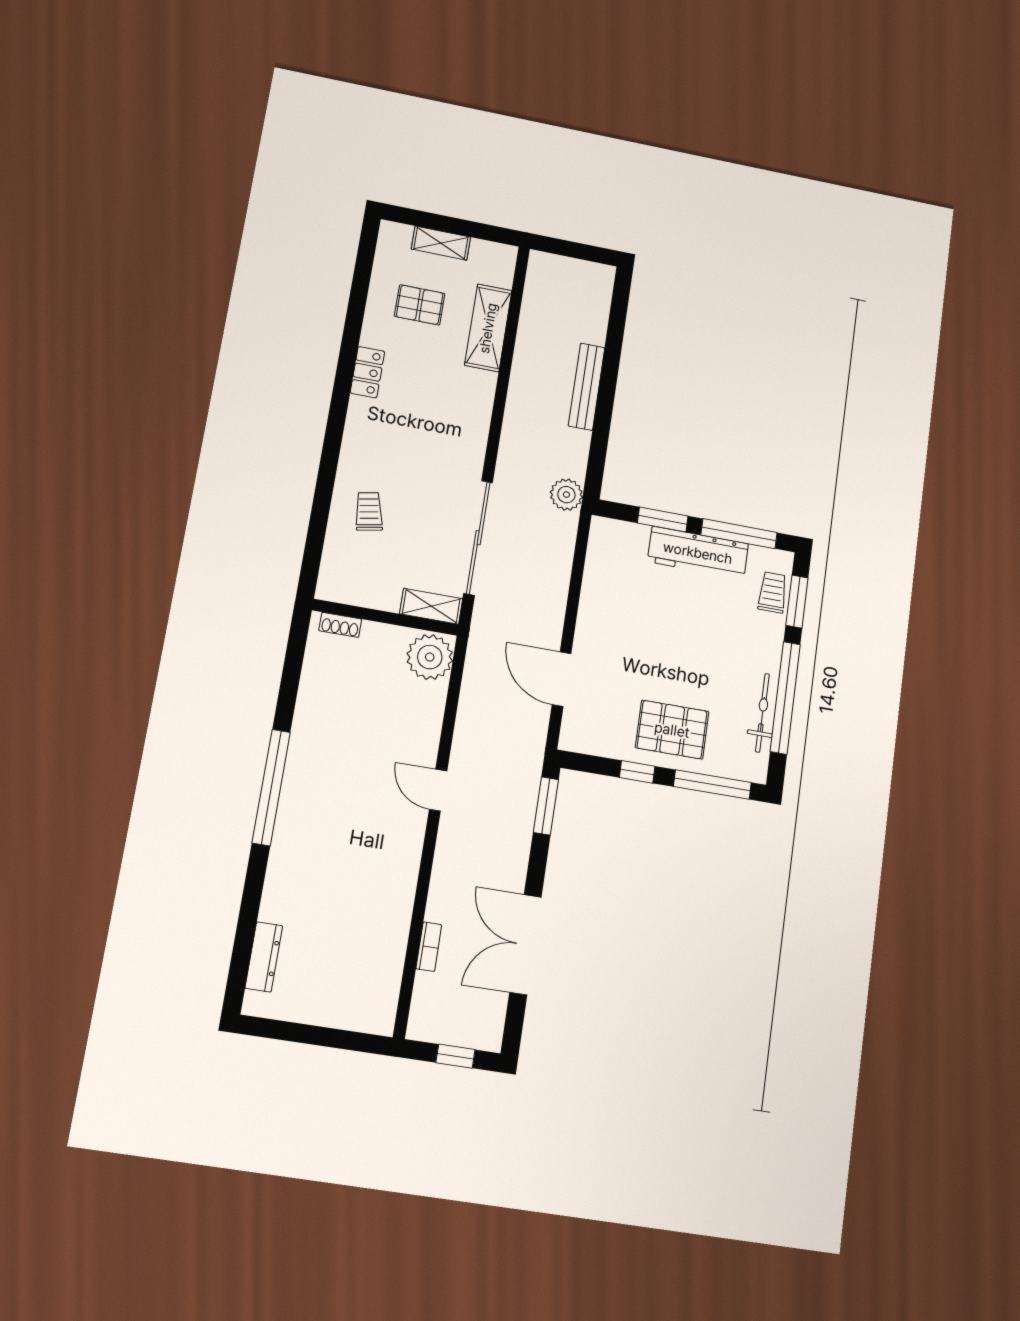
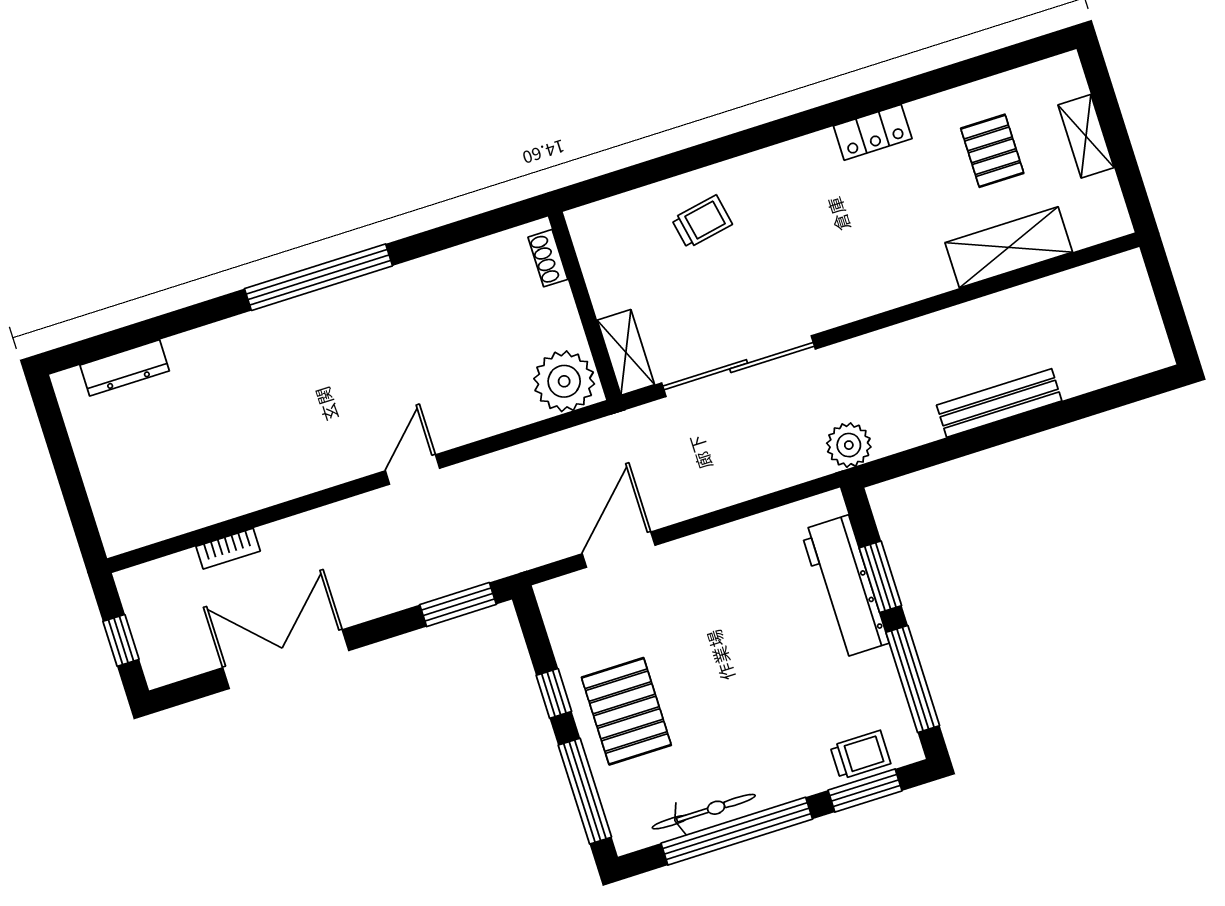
workbench: (698, 553) -> (845, 587), moved

